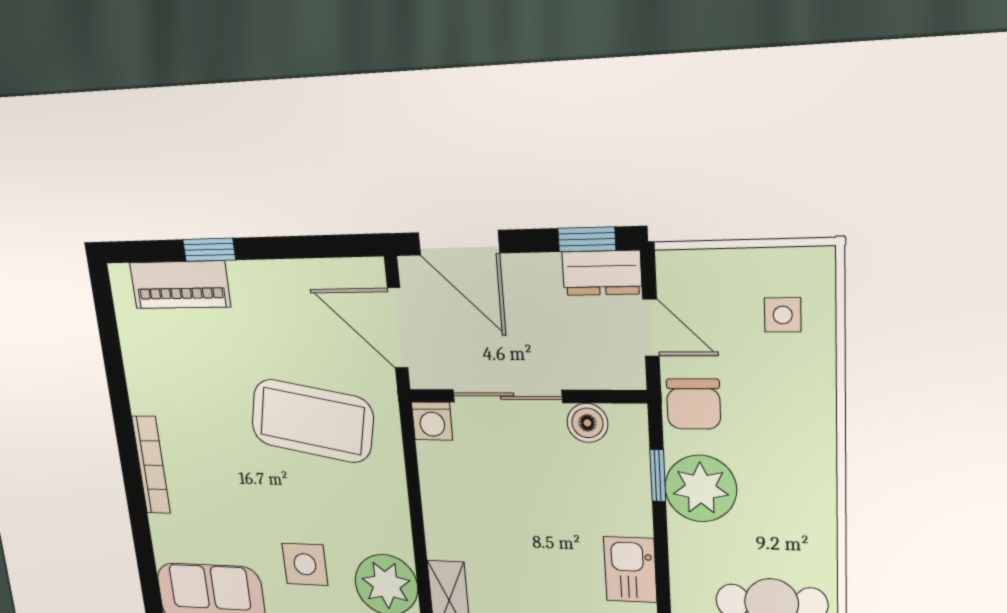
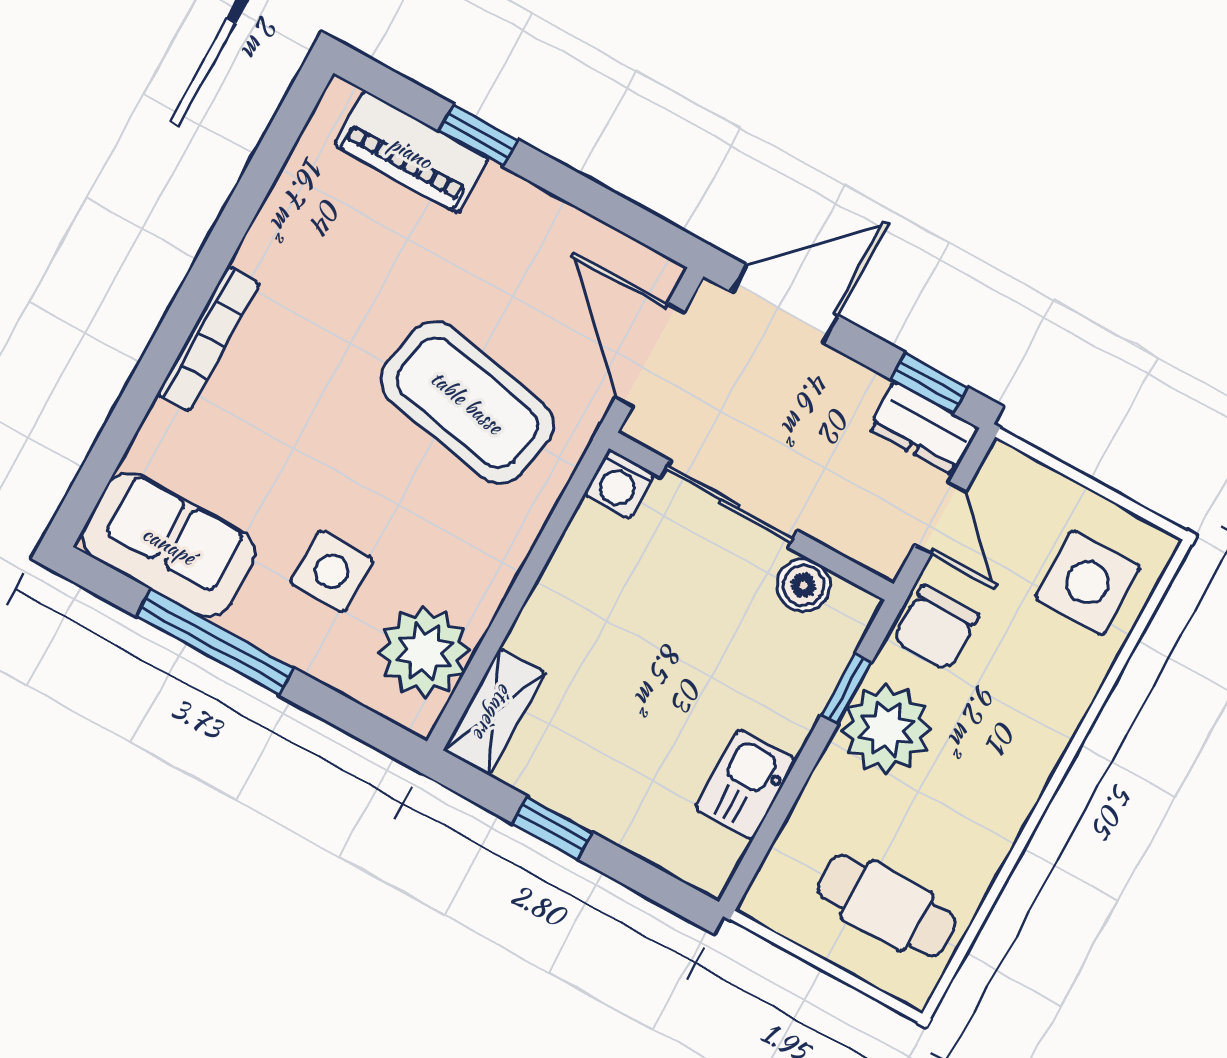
door: (459, 243) -> (785, 304), swing flipped
side table: (783, 315) -> (1088, 582), width x1.87, depth x1.87

